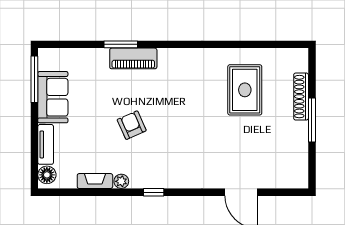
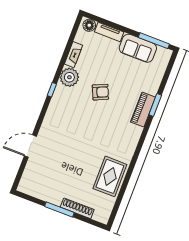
rug: (245, 90) -> (110, 176), moved, turned 90
plant: (121, 181) -> (69, 77), width x1.87, depth x1.87

